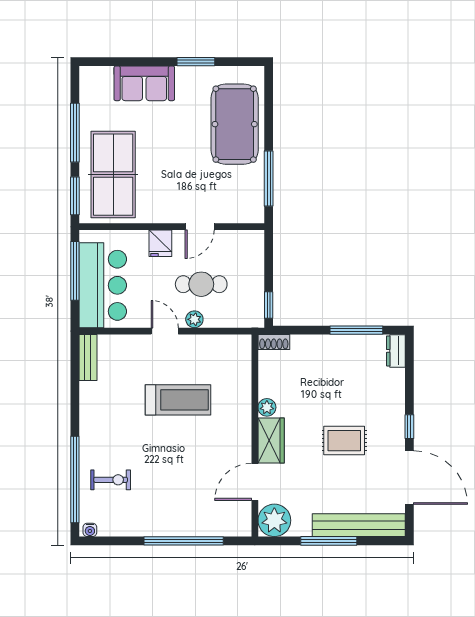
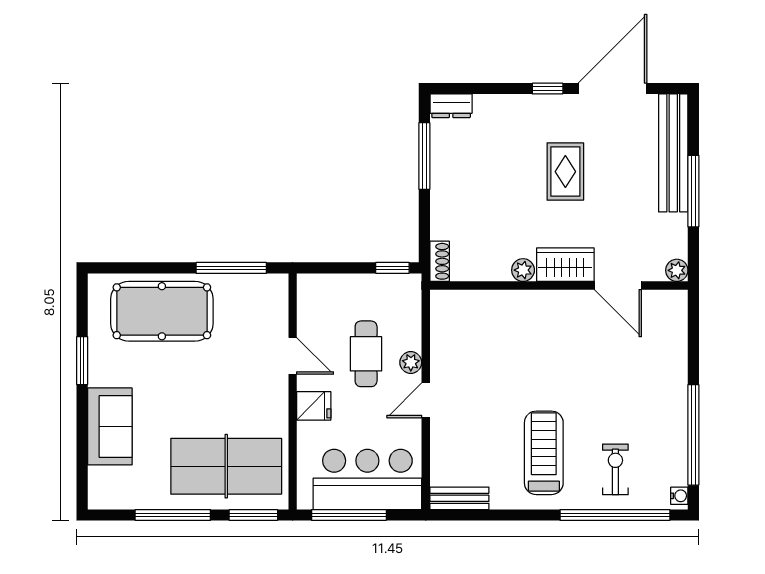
treadmill: (178, 400) -> (544, 453), moved
plant: (274, 520) -> (677, 270), width x0.53, depth x0.53
window: (184, 541) -> (693, 435), moved

